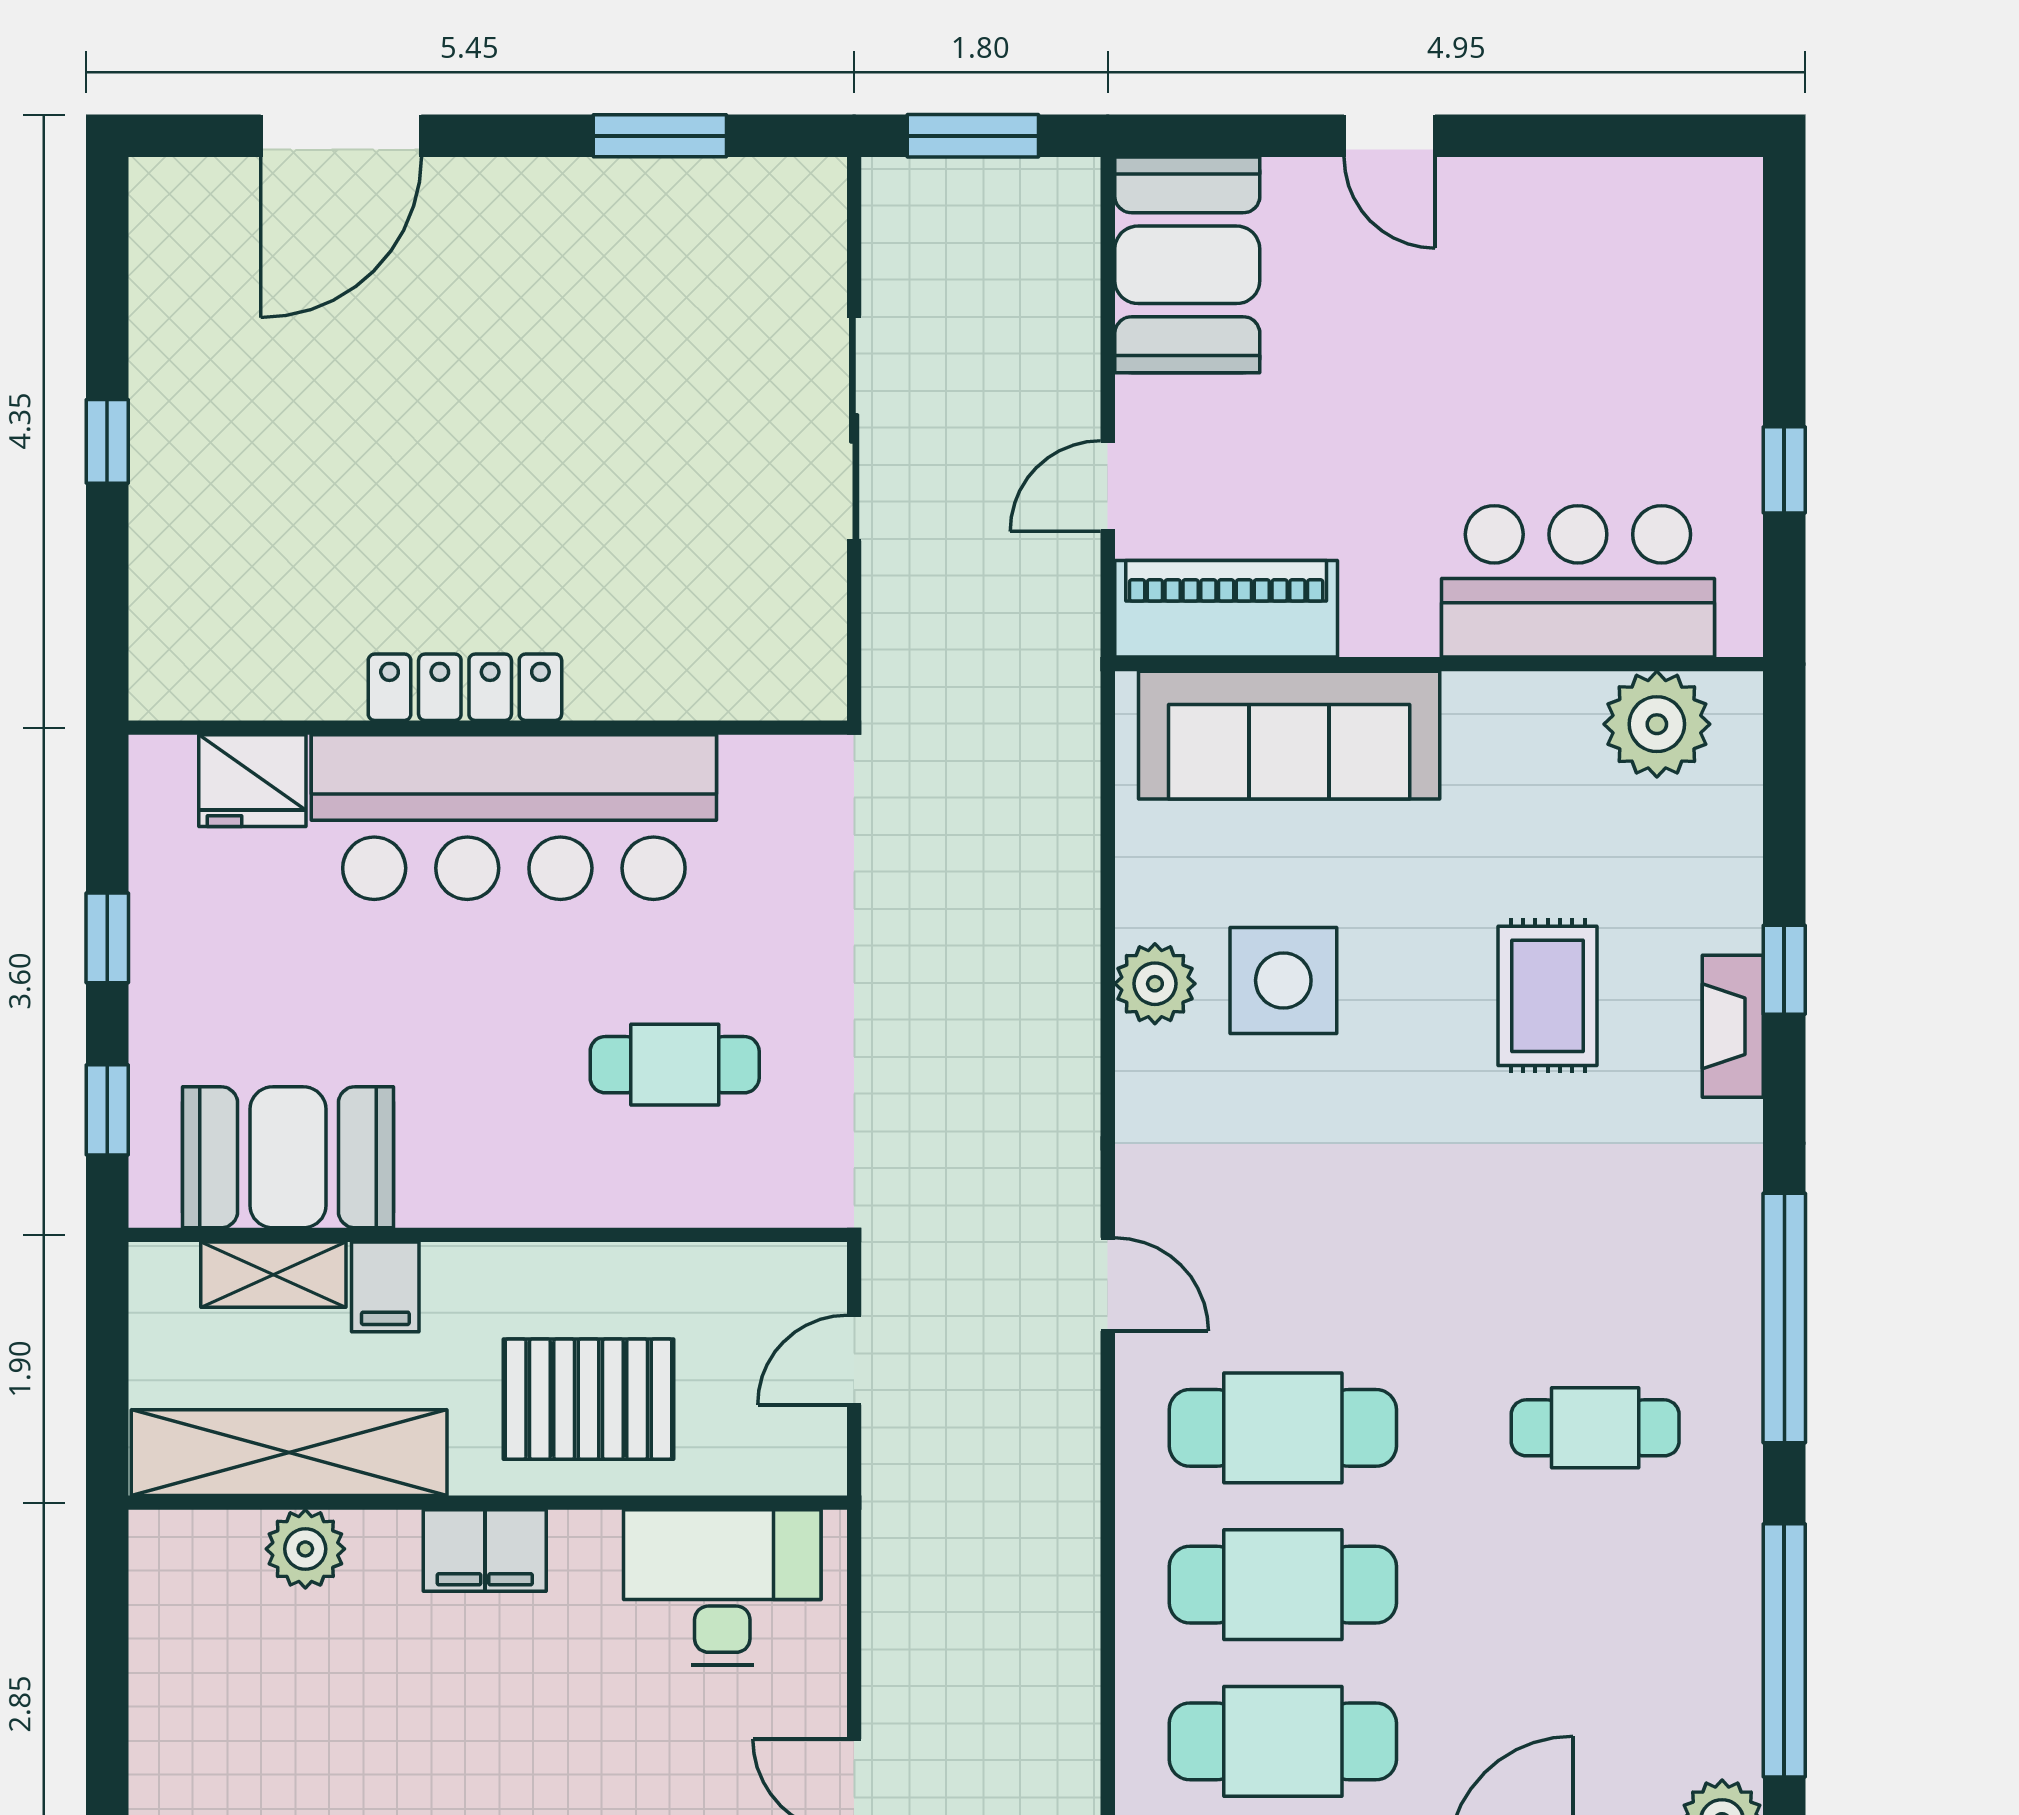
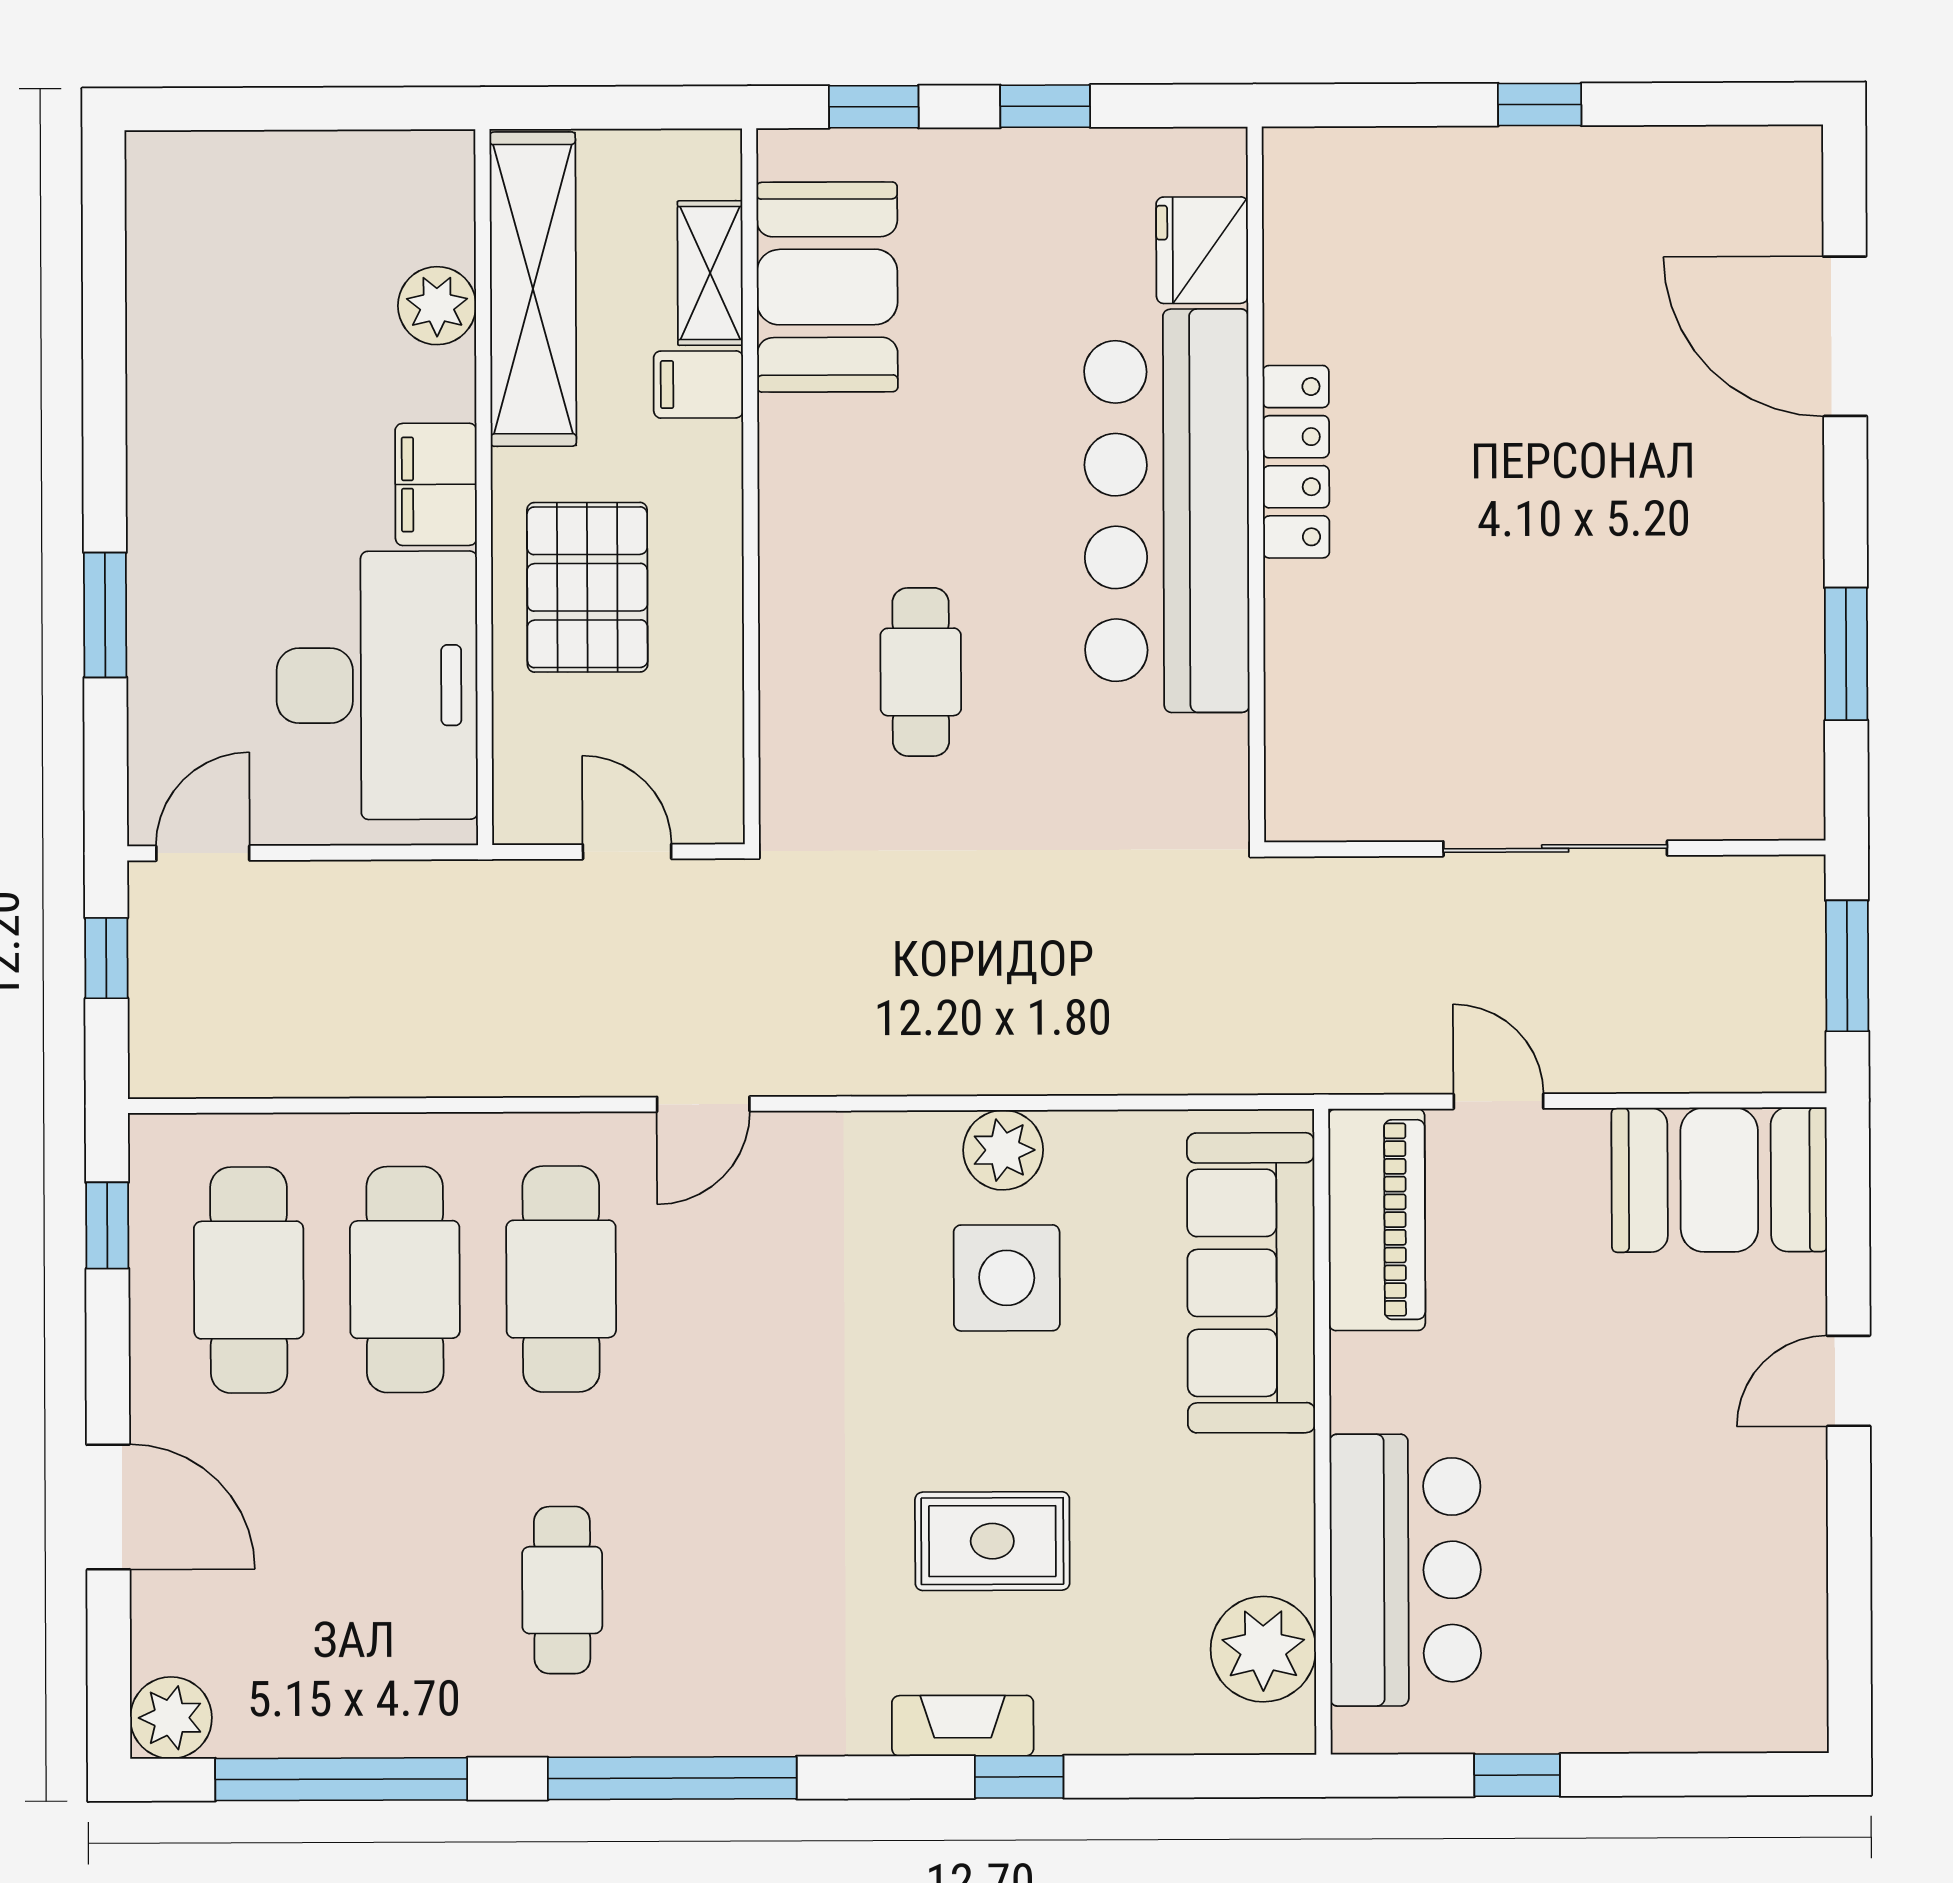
desk: (722, 1587) -> (377, 685), width x1.36, depth x1.30

